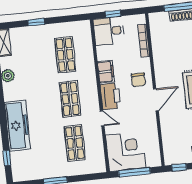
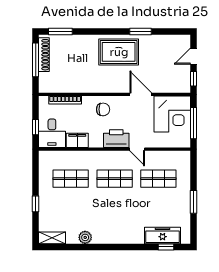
filing cabinet: (106, 72) -> (77, 140), moved
door: (156, 100) -> (141, 94), moved
door: (102, 118) -> (137, 149), swing flipped
freezer: (17, 126) -> (163, 236), moved, width x0.73, depth x0.79
corner desk: (126, 151) -> (172, 114), moved, turned 180

